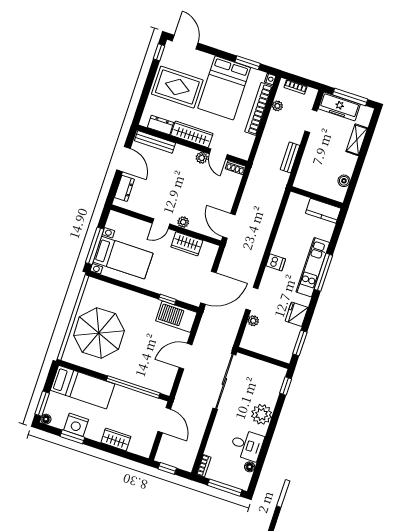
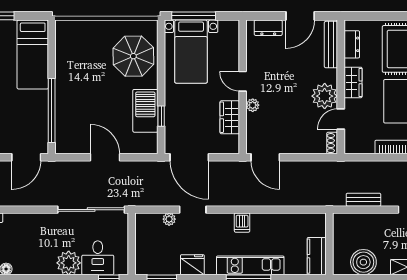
wardrobe: (192, 134) -> (353, 82), width x0.67
plant: (202, 158) -> (325, 96), width x1.87, depth x1.87
boiler: (344, 181) -> (363, 262), width x1.86, depth x1.86
door: (229, 226) -> (265, 157), swing flipped
barbecue: (176, 317) -> (145, 111), moved
parasol: (99, 333) -> (133, 56), moved, width x0.73, depth x0.73
desk: (247, 445) -> (98, 258), moved

